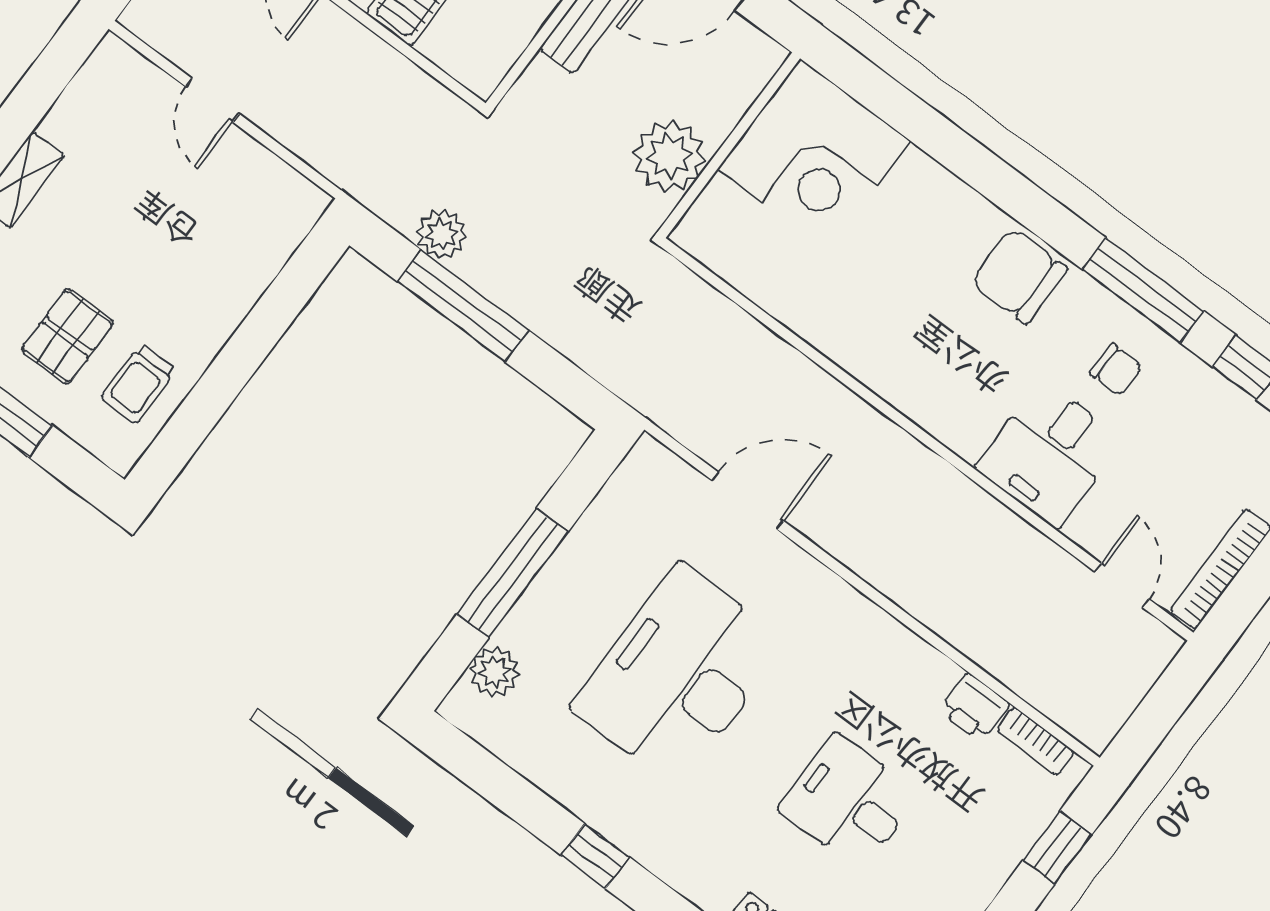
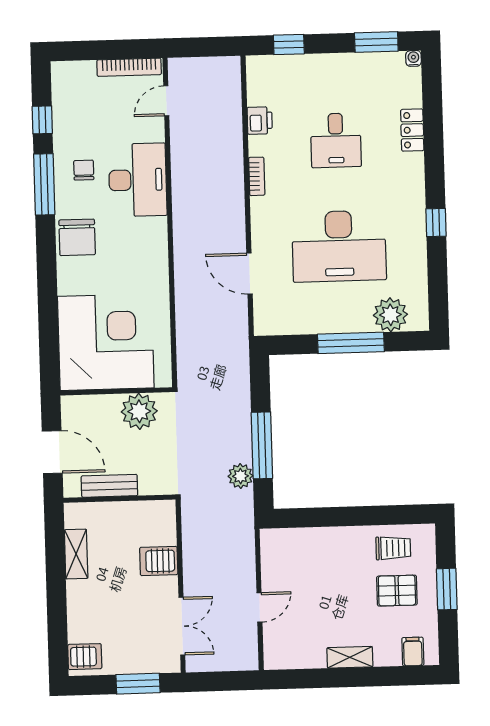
corner desk: (814, 155) -> (106, 342), width x1.36, depth x1.36
desk: (1049, 454) -> (138, 180), width x1.37
plant: (495, 672) -> (390, 315), width x1.36, depth x1.36
bookcase: (1036, 741) -> (257, 176), moved

